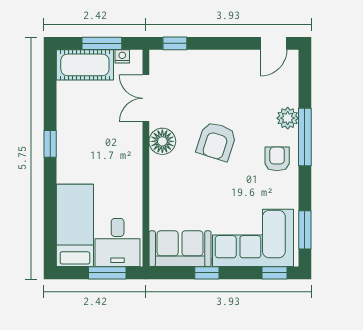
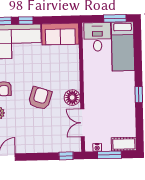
cot: (85, 65) -> (124, 144), width x0.73, depth x0.75
double door: (146, 98) -> (83, 123), swing flipped
window: (107, 273) -> (115, 18), moved
window: (207, 273) -> (26, 20), moved

